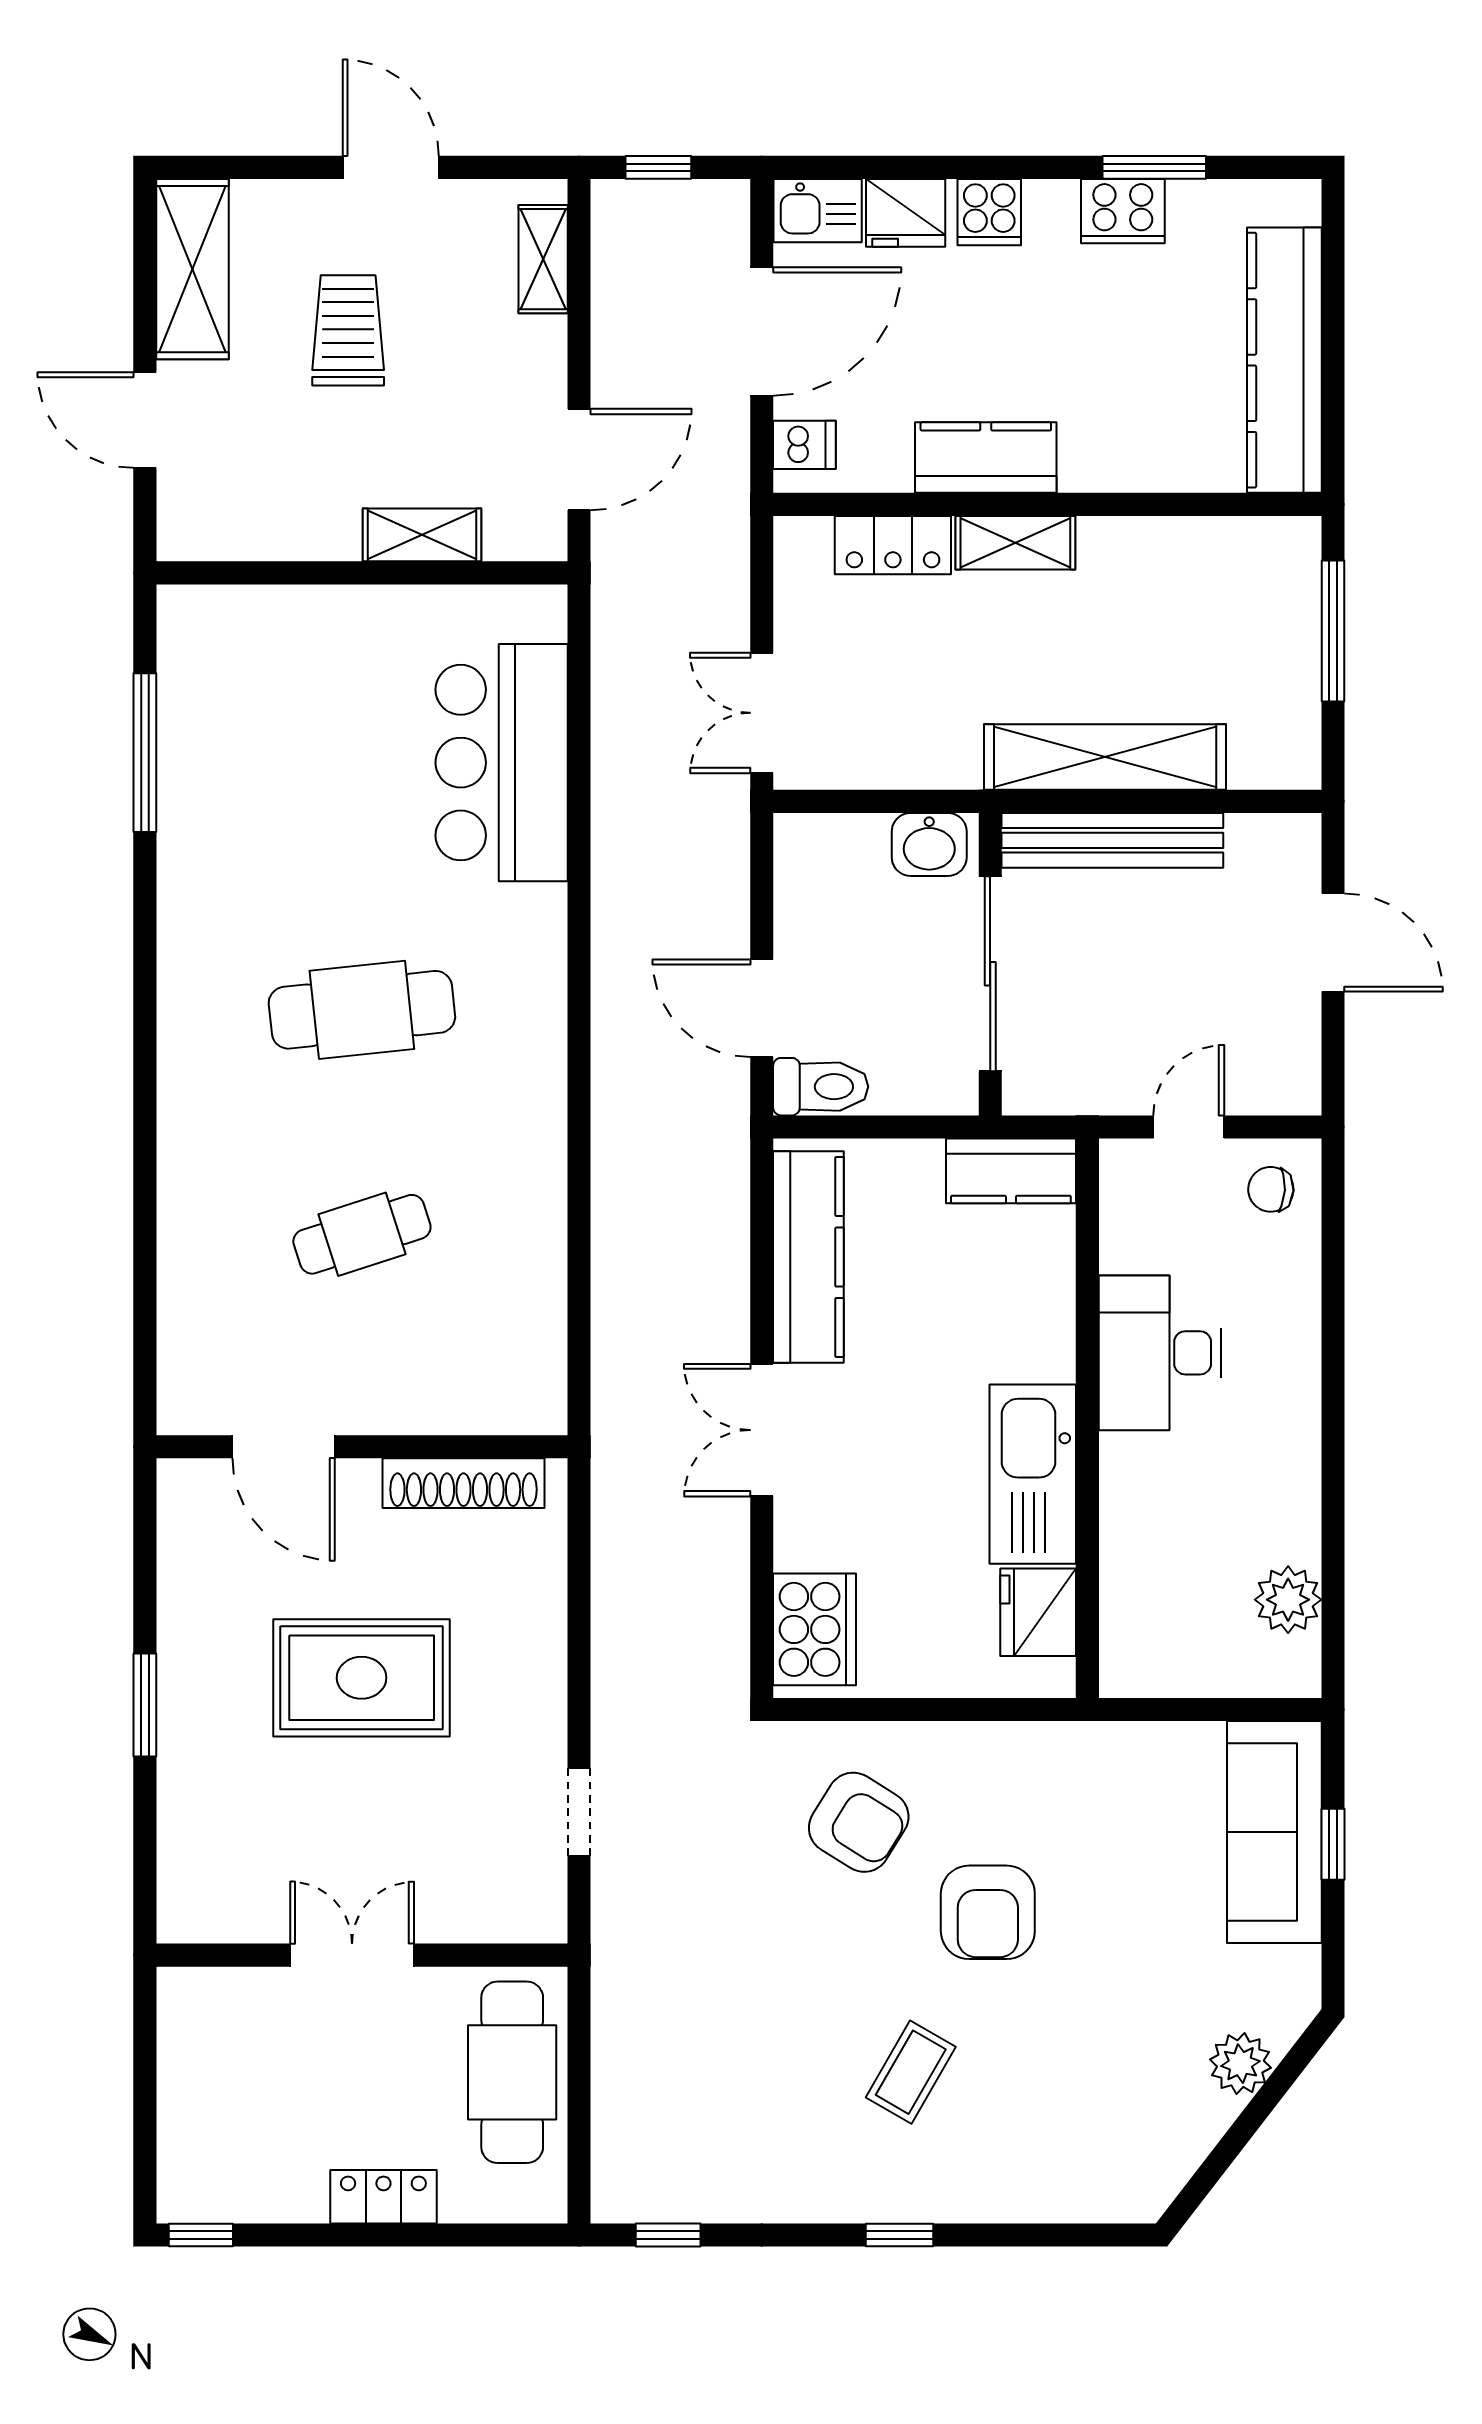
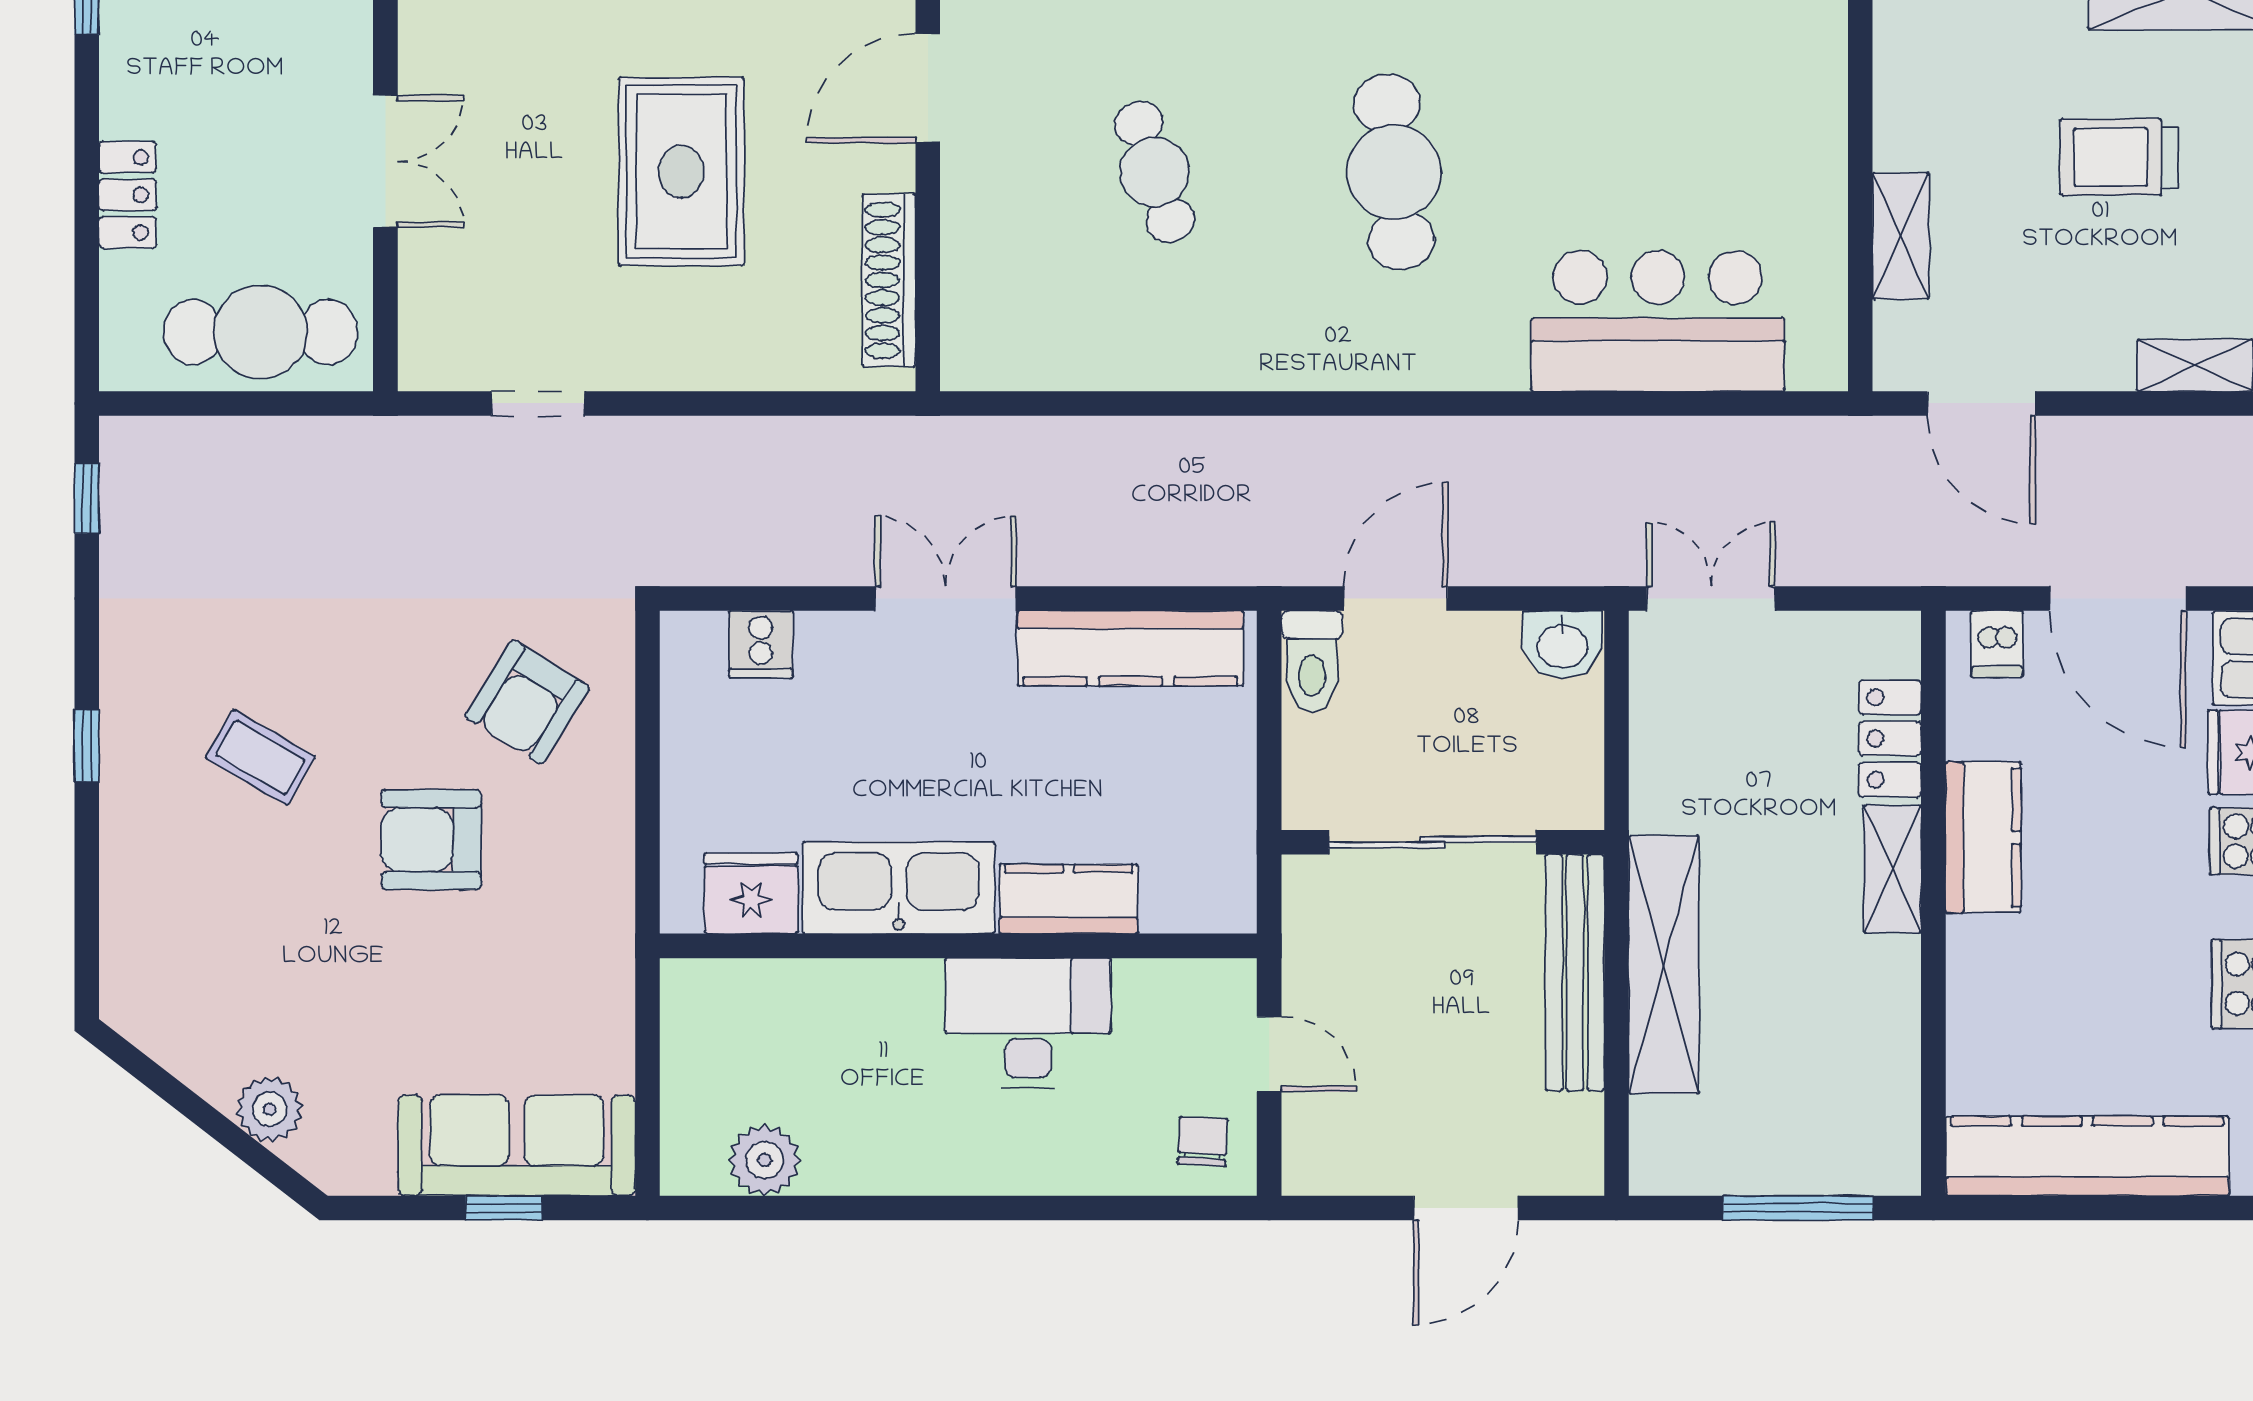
trolley: (348, 330) -> (2119, 157), turned 180
washbasin: (929, 844) -> (1562, 644), moved, turned -90
kitchen counter: (1011, 1171) -> (1069, 899), moved, turned 90
cooker: (815, 1629) -> (761, 644), width x0.53, depth x0.76

